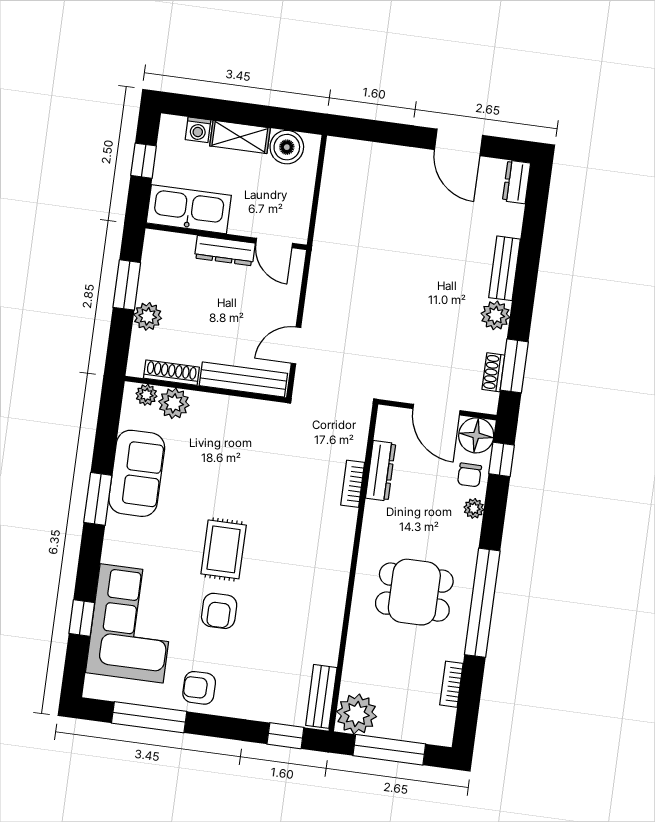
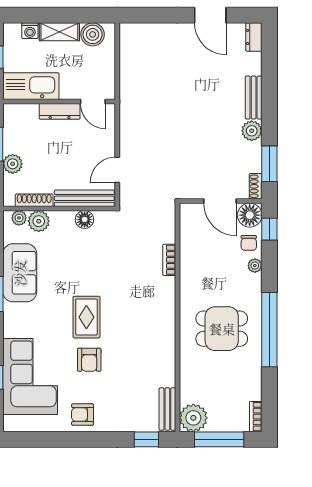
shoe rack: (493, 372) -> (256, 186), moved
floor lamp: (240, 410) -> (85, 219), added
dresser: (381, 471) -> (187, 248), removed
bookcase: (451, 684) -> (256, 417), moved
window: (149, 717) -> (51, 439), removed

